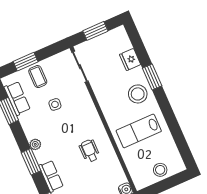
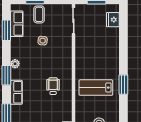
fridge: (130, 60) -> (113, 20), moved
window: (152, 77) -> (123, 85), moved
stool: (138, 94) -> (107, 60), removed

